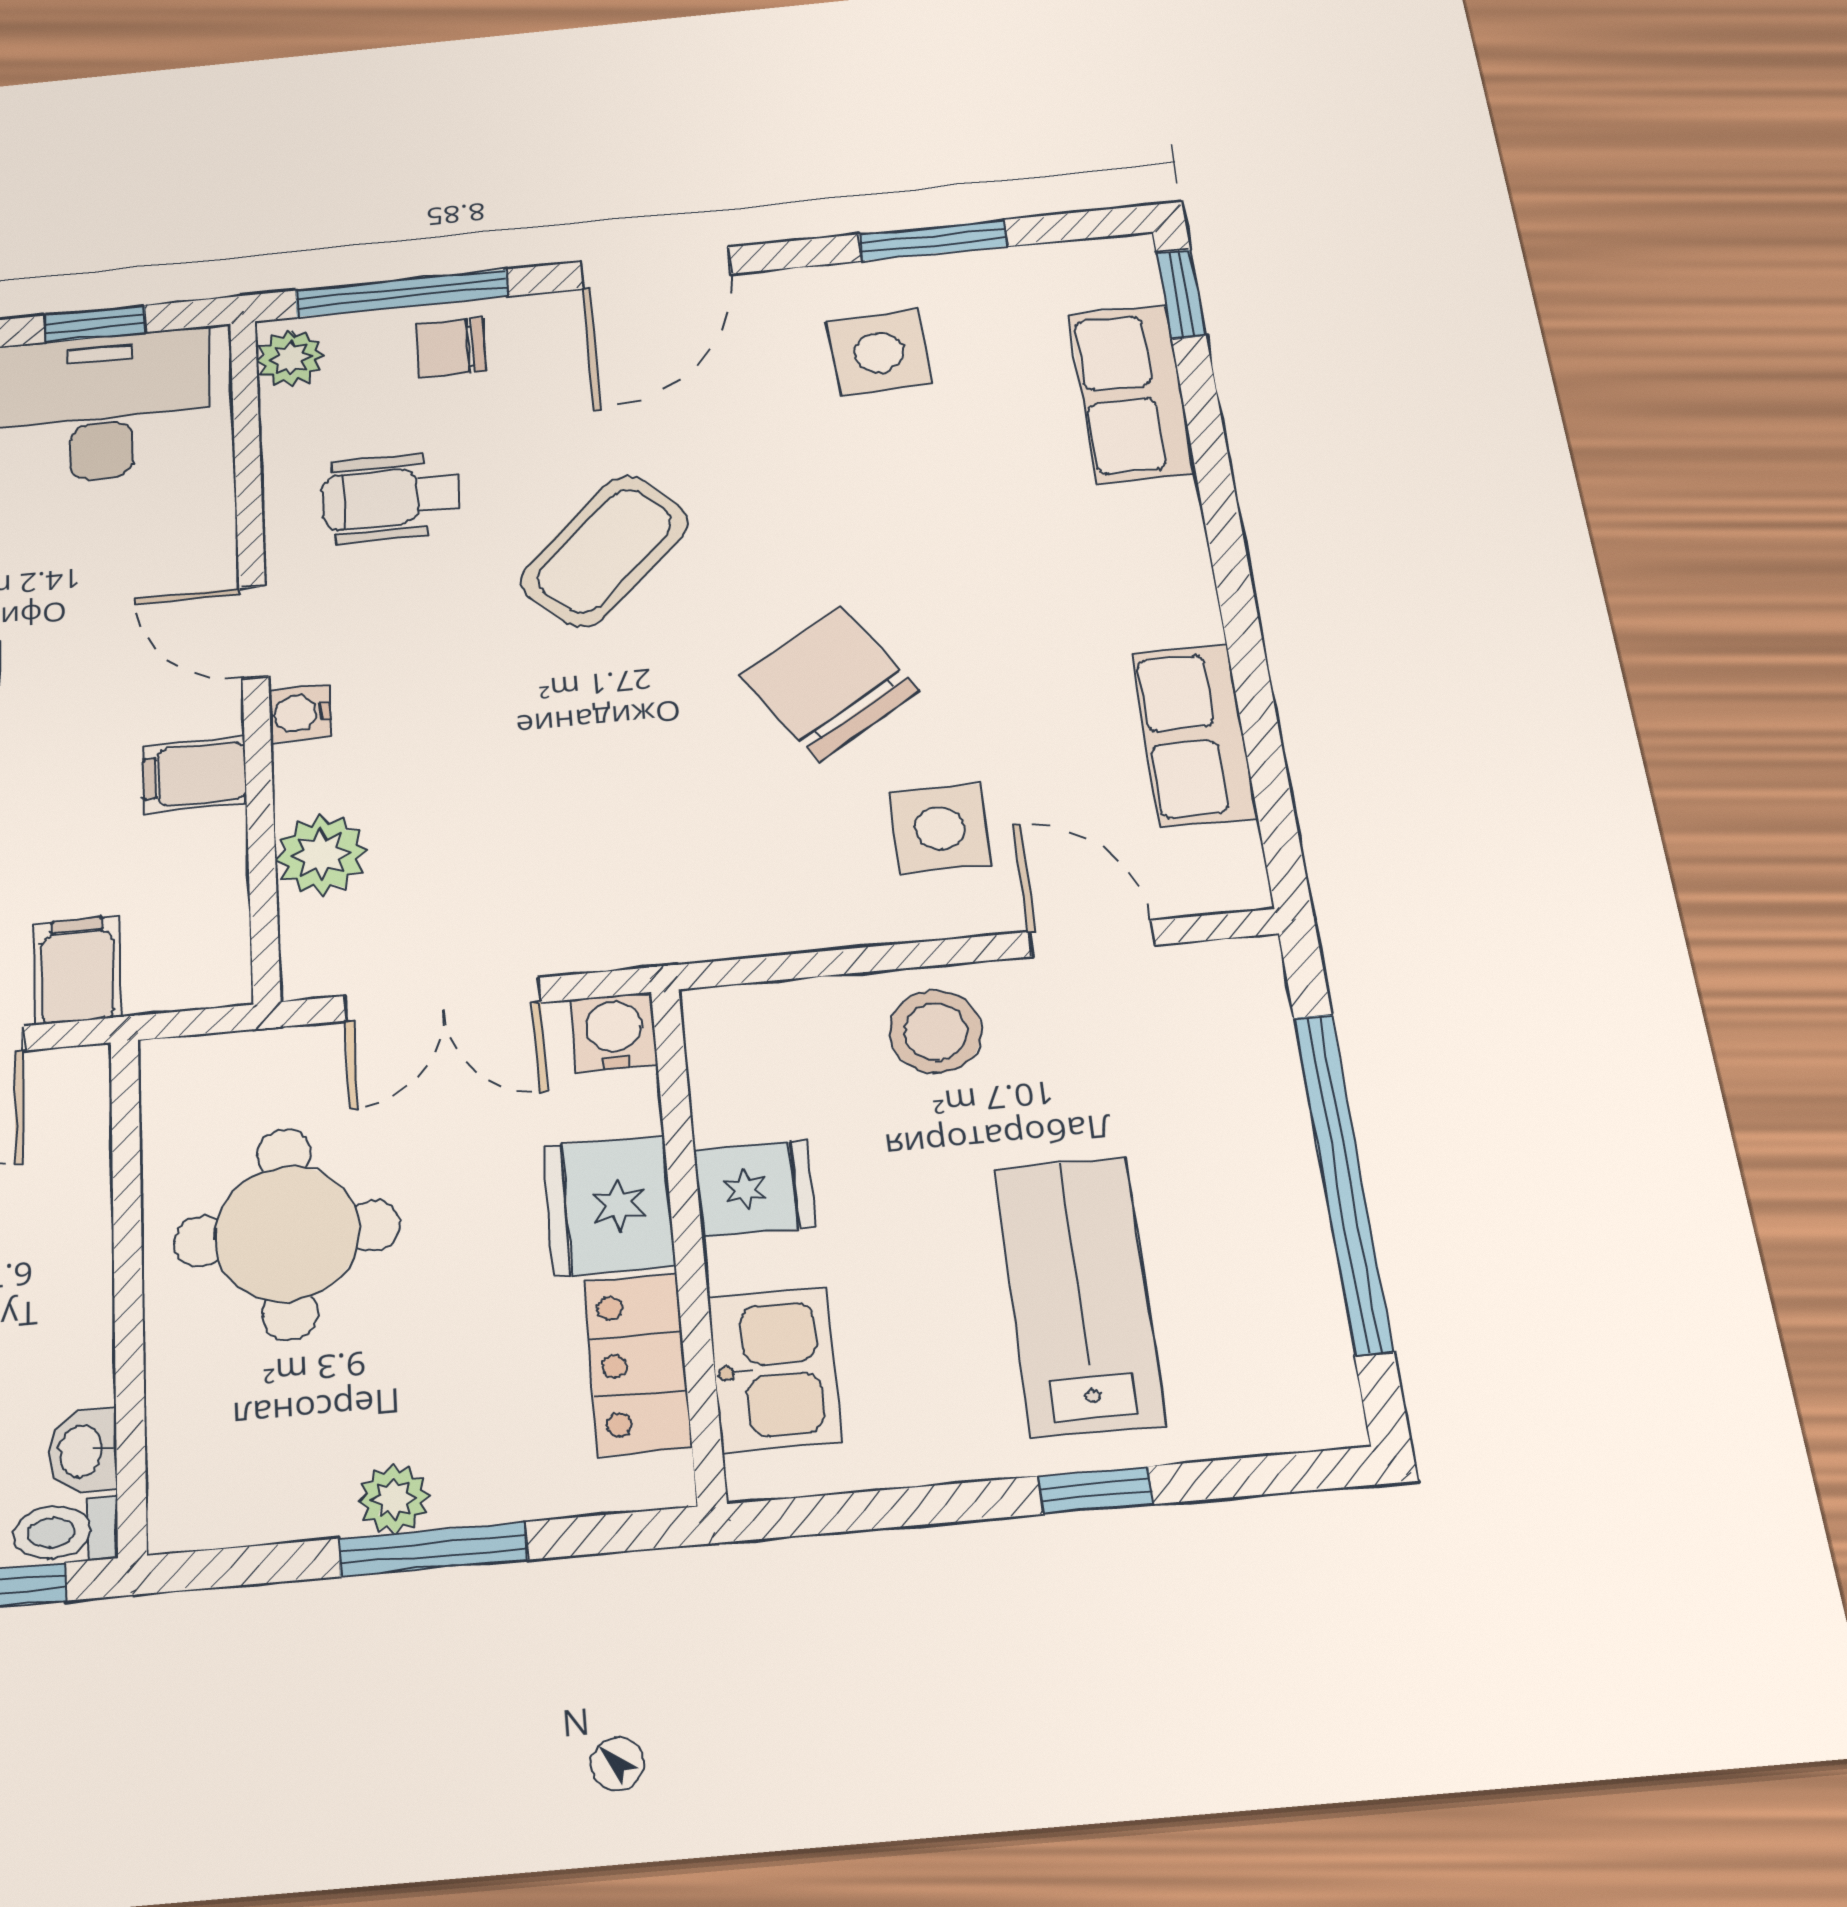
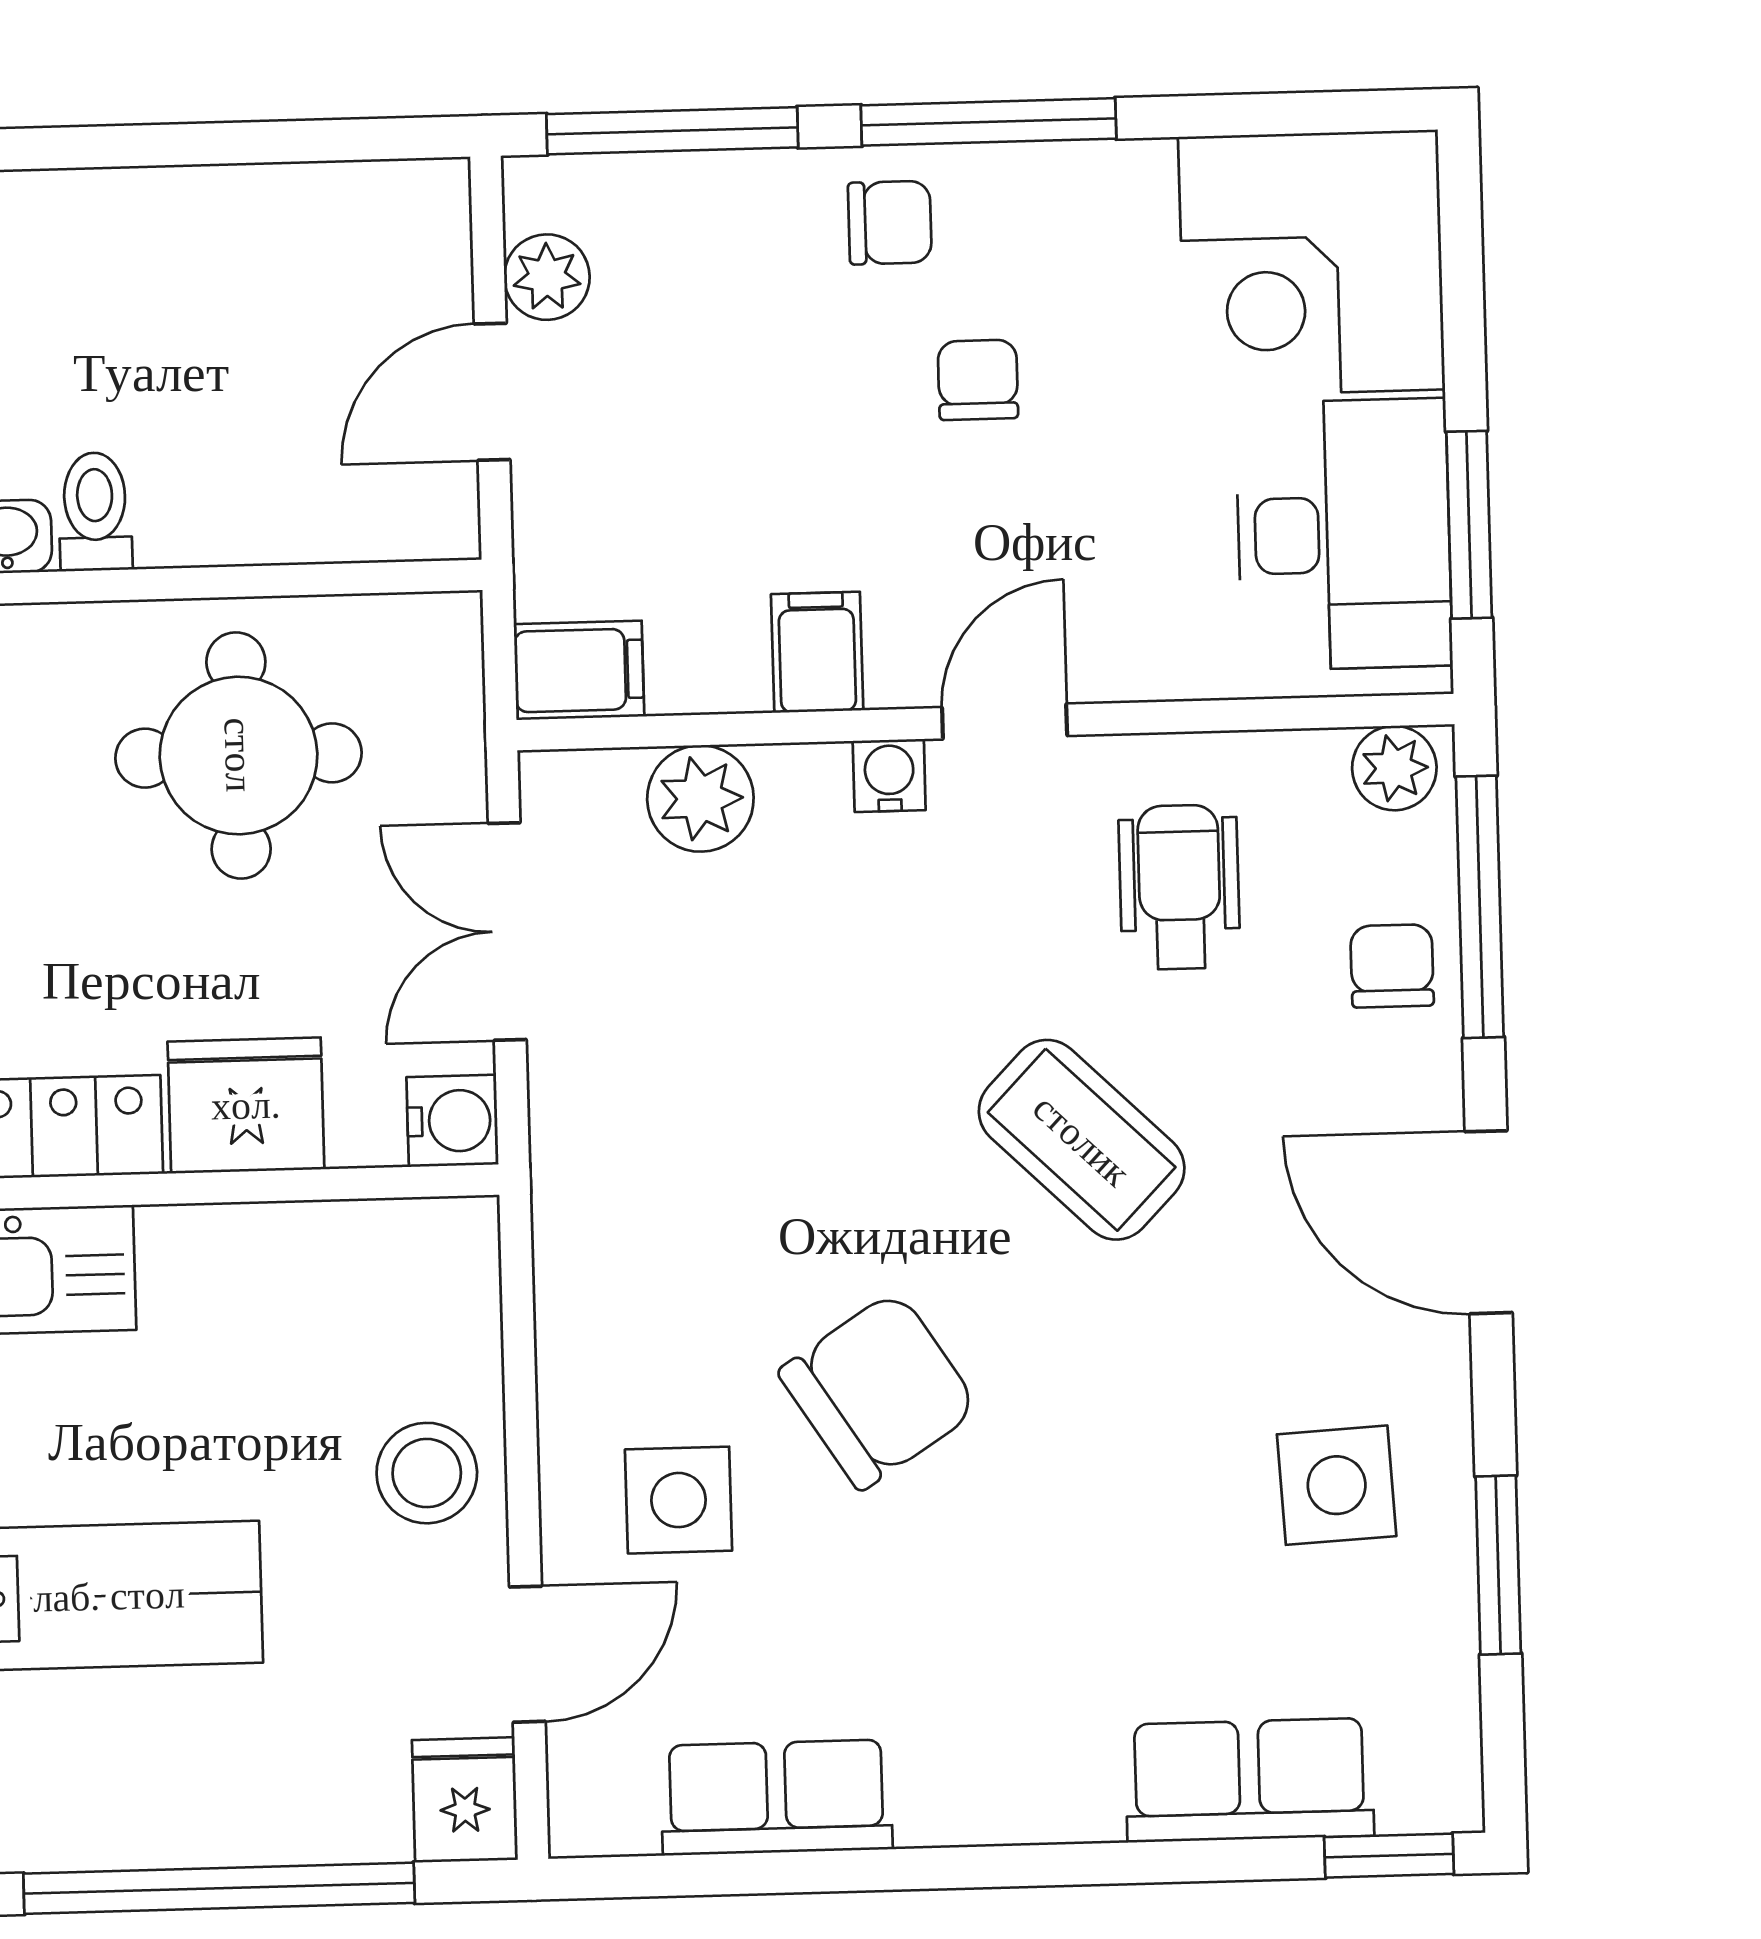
window: (95, 324) -> (1469, 525), width x1.50
filing cabinet: (77, 970) -> (579, 670), moved
fridge: (754, 1188) -> (465, 1800), moved, turned 180
toilet: (61, 1373) -> (95, 512), added

